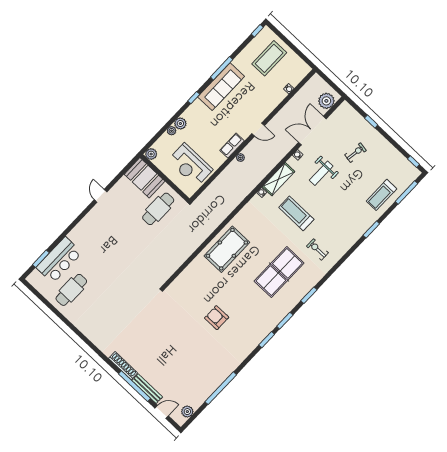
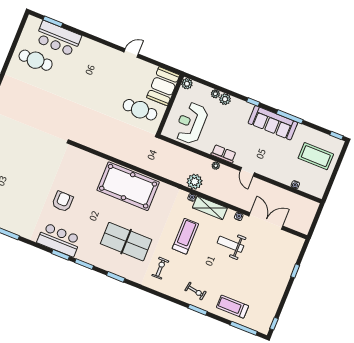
plant: (326, 101) -> (195, 182), moved
exercise bike: (355, 153) -> (196, 291), moved
pool table: (227, 249) -> (128, 186), width x1.36, depth x1.32
bar counter: (252, 335) -> (59, 240), added

